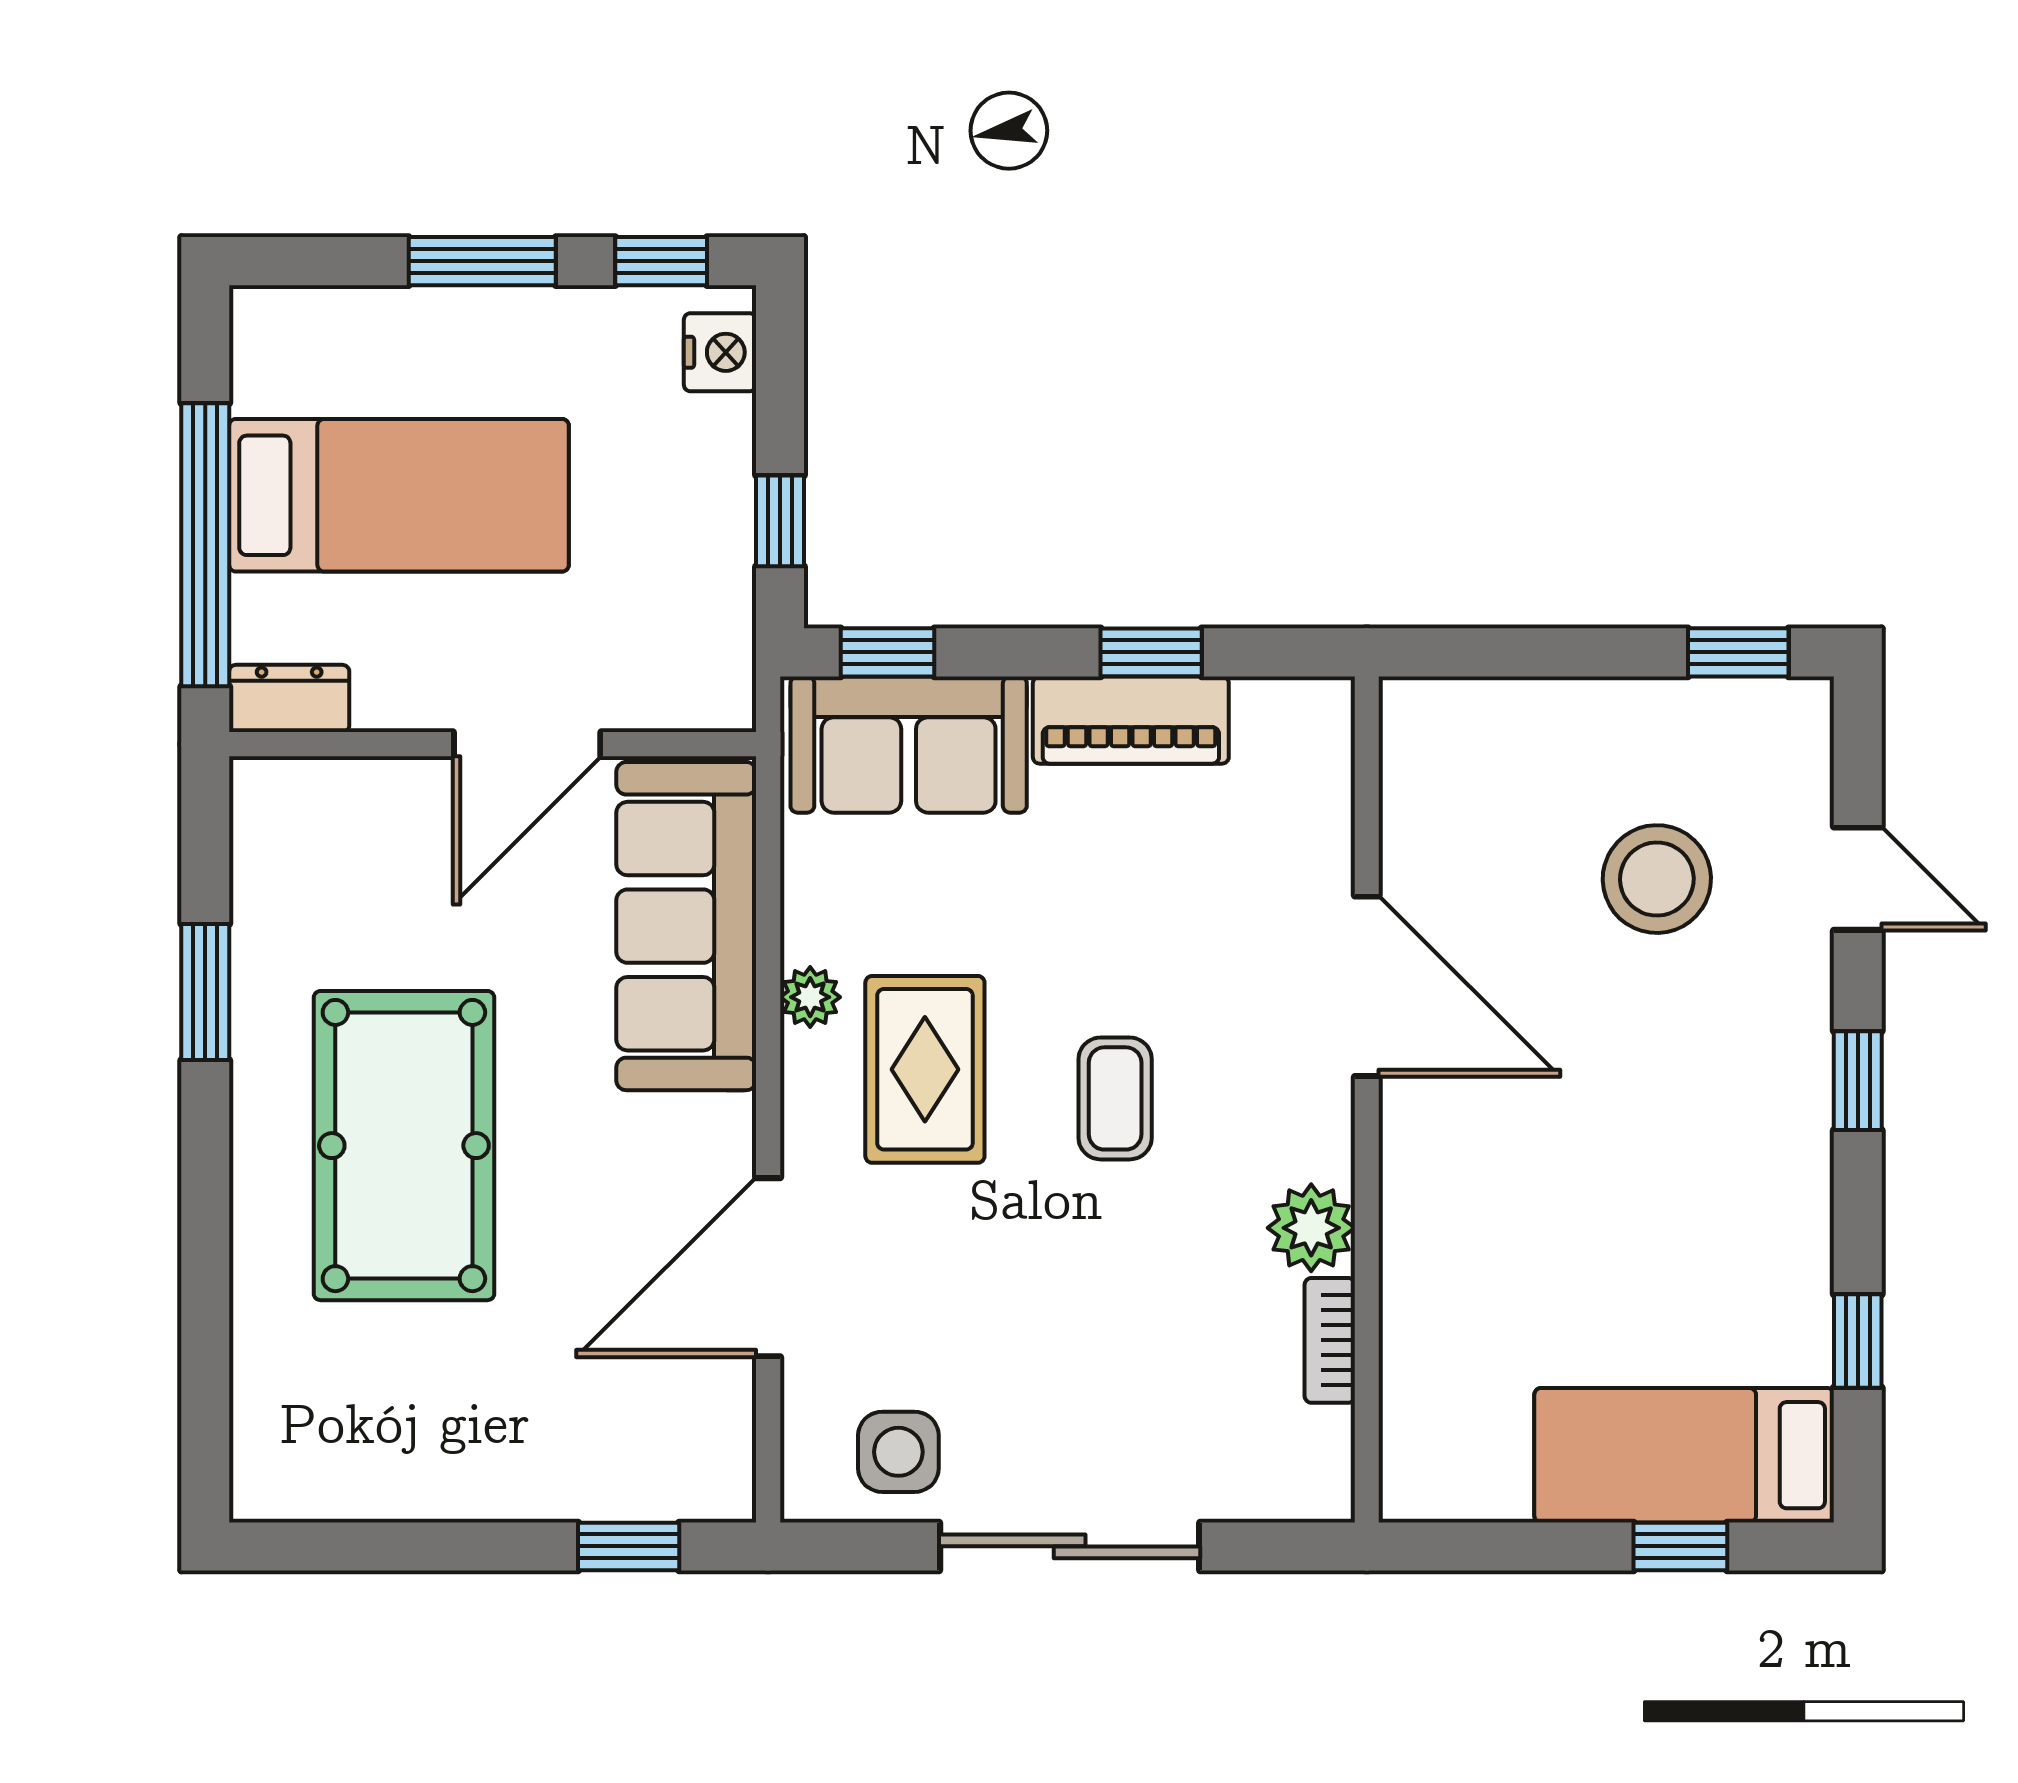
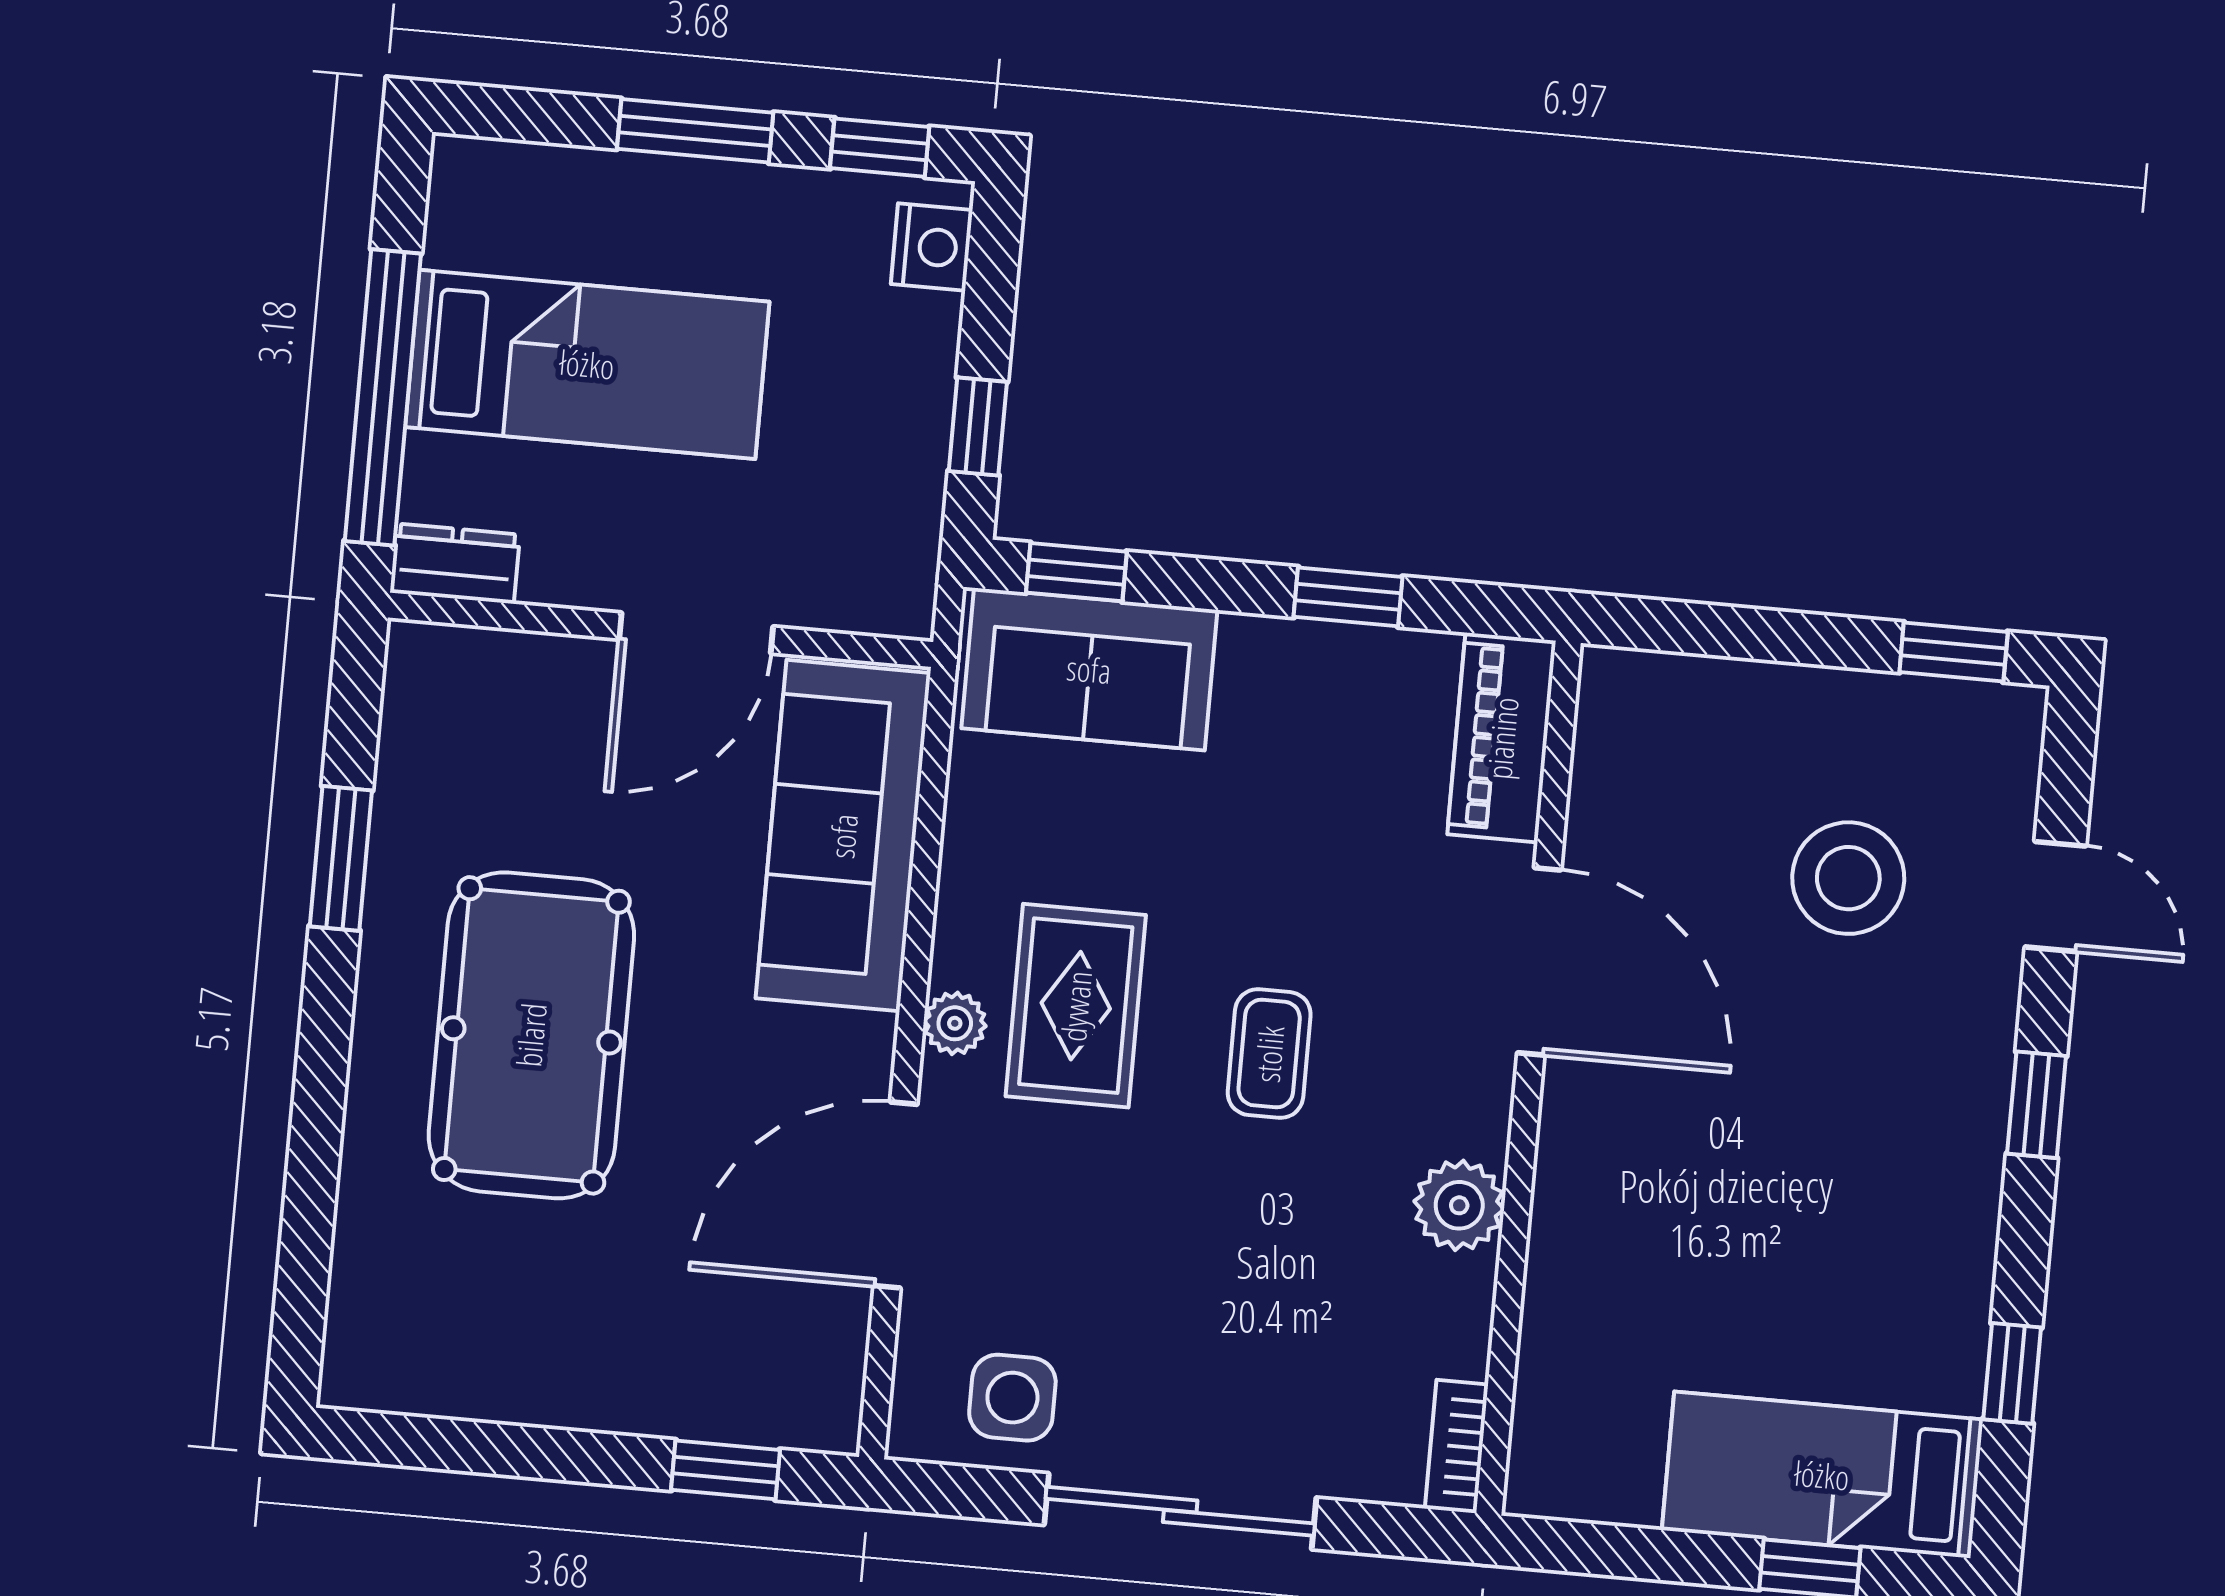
piano: (1131, 720) -> (1502, 738), moved, turned 90
plant: (810, 997) -> (955, 1023), moved
bookcase: (1330, 1340) -> (1457, 1446), moved

